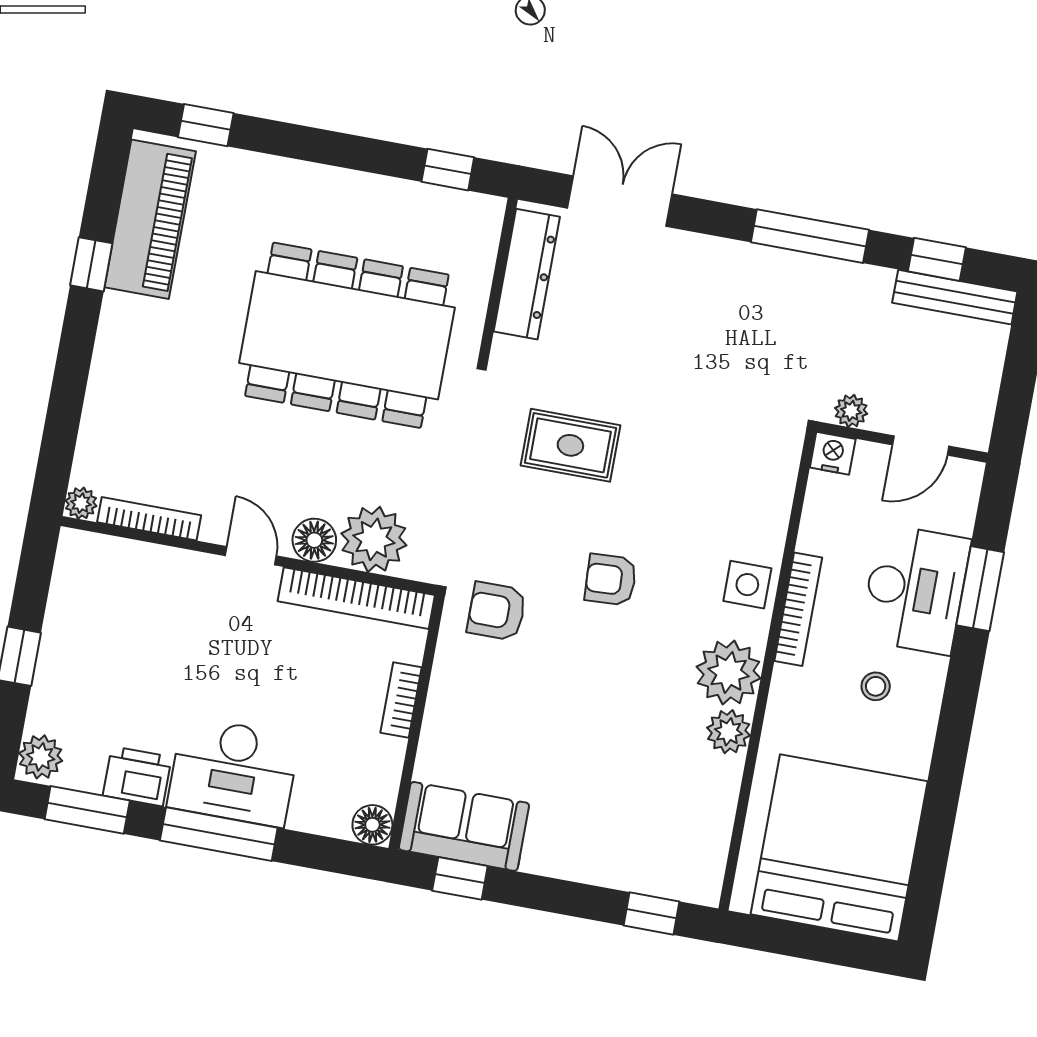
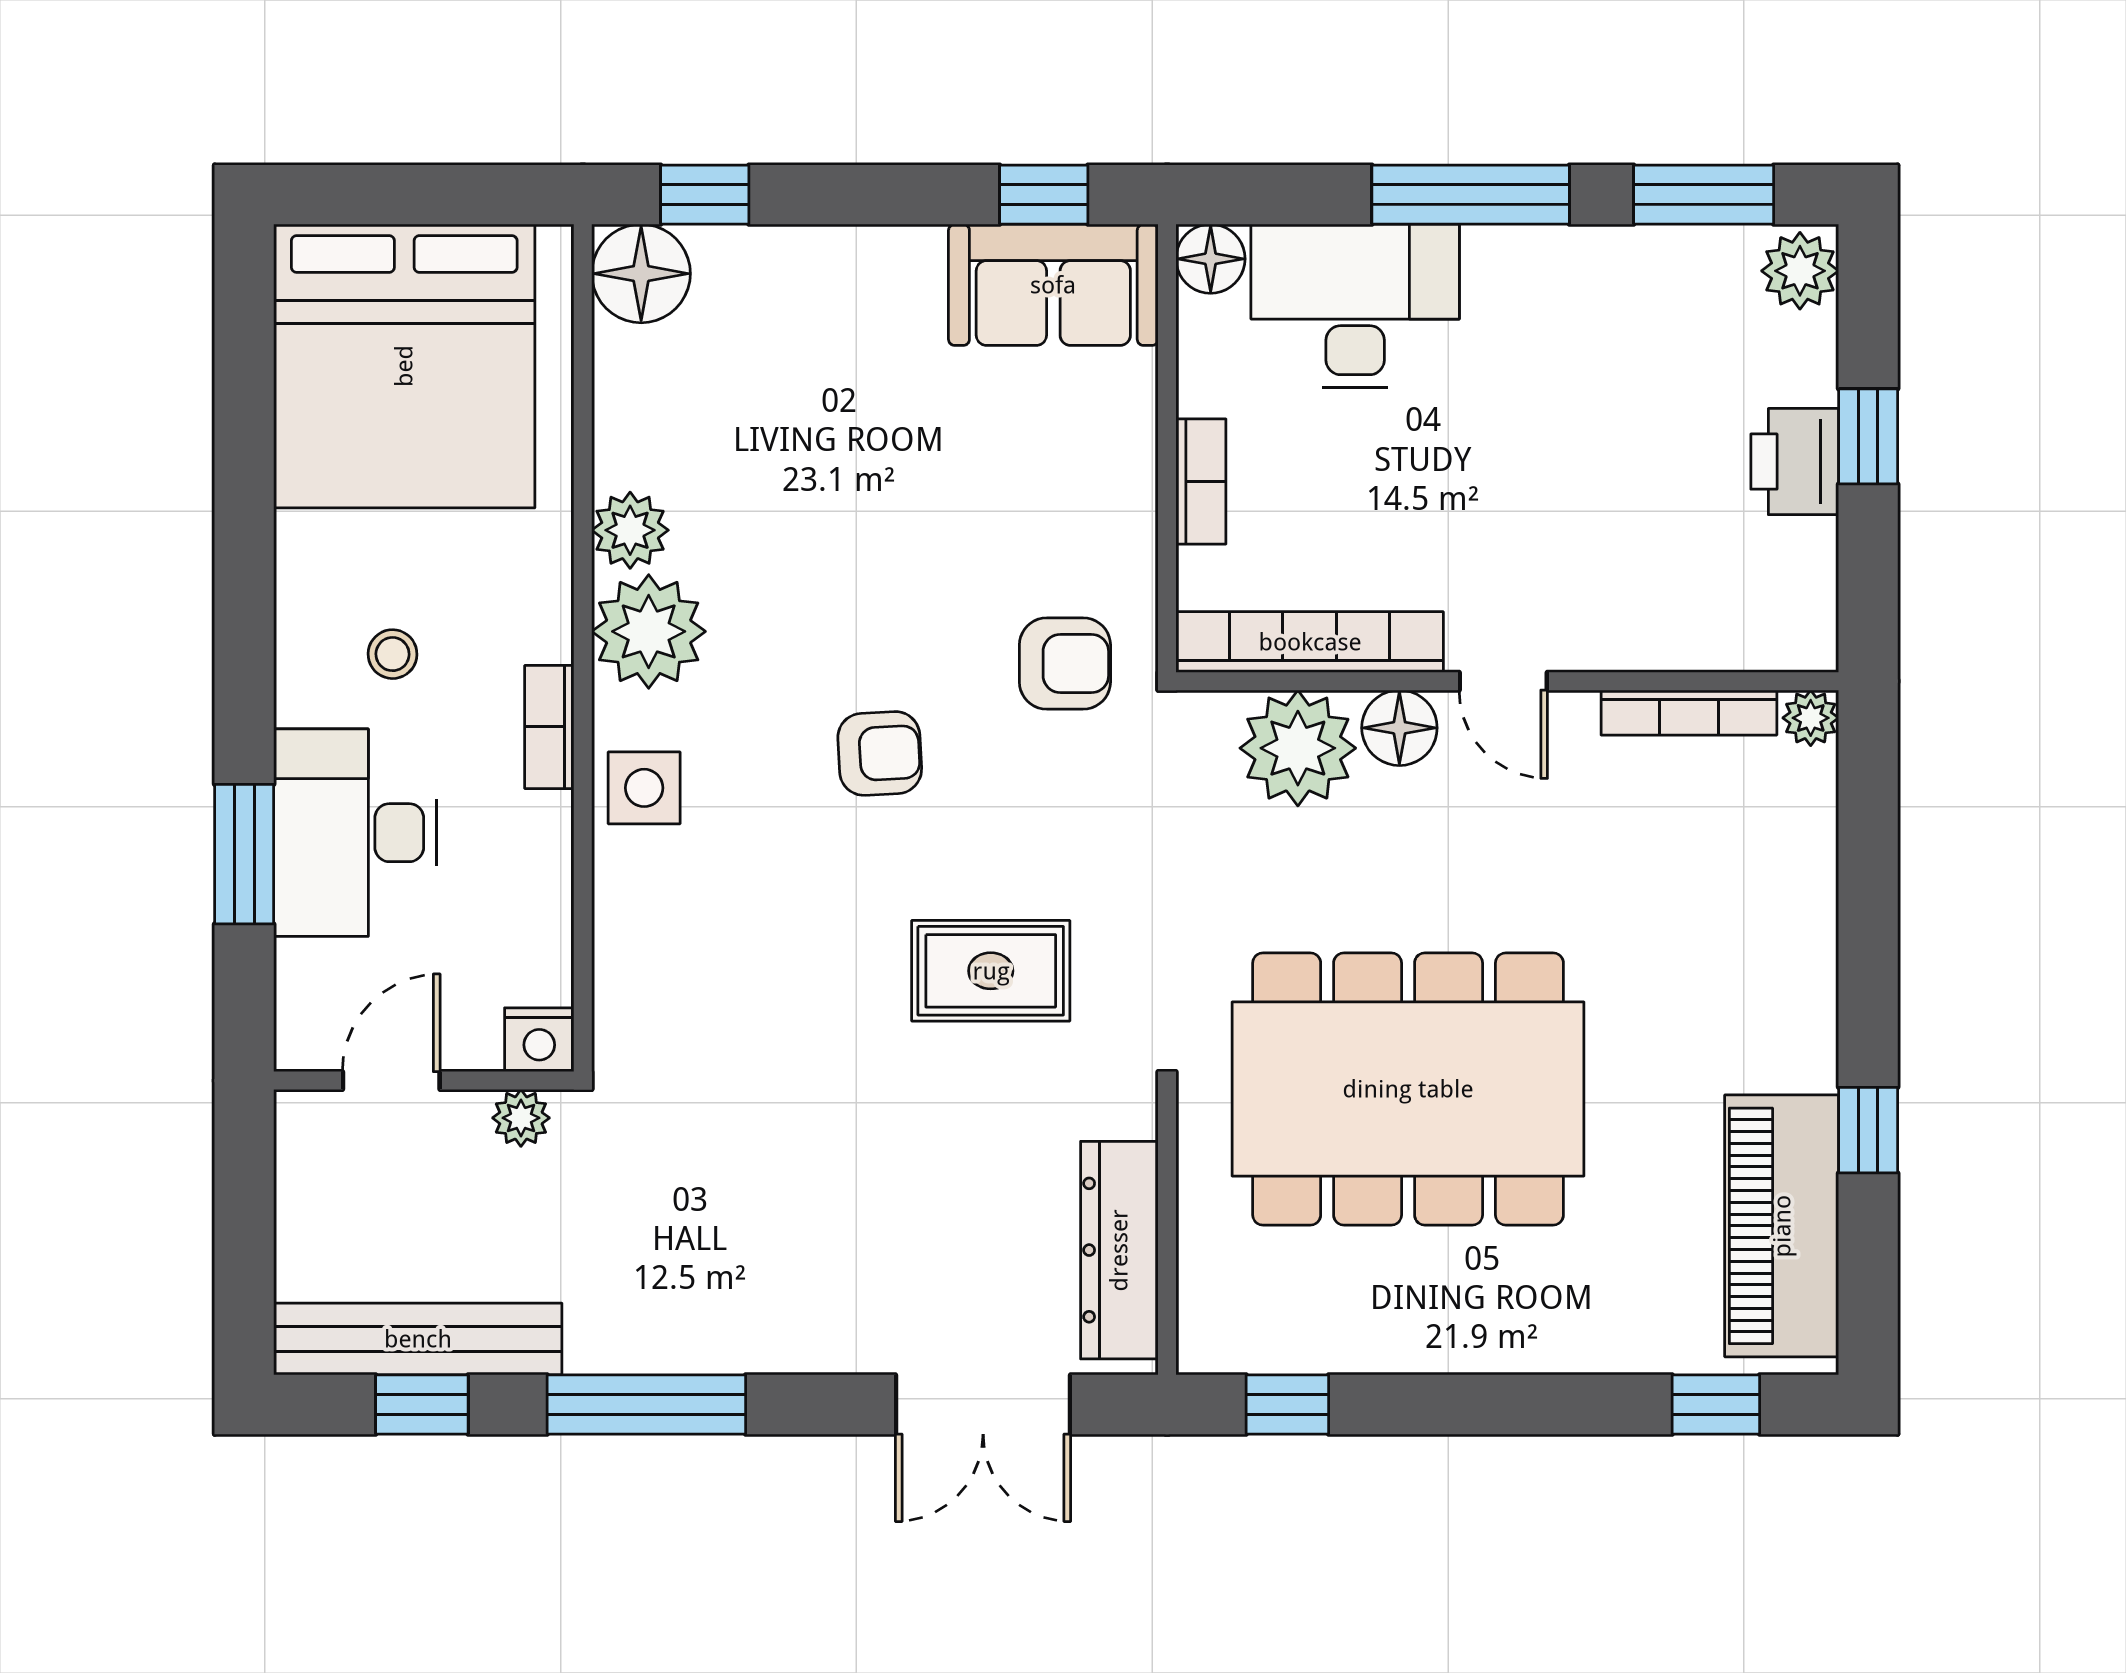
bench: (955, 297) -> (418, 1339), width x1.37, depth x1.21
bookcase: (798, 609) -> (549, 727), width x0.64
desk: (233, 772) -> (1355, 306), moved
printer: (137, 776) -> (1795, 462), moved, turned 90
floor lamp: (696, 876) -> (641, 274), added

